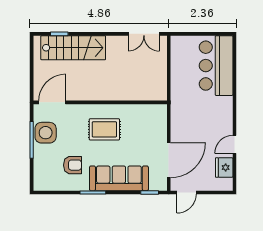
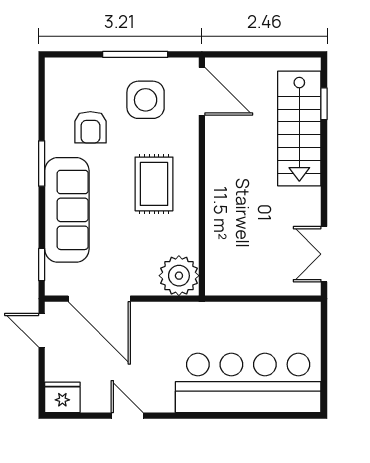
bar counter: (216, 66) -> (248, 383), width x1.36
plant: (156, 115) -> (179, 276), added
side table: (46, 133) -> (146, 100), moved
fridge: (224, 168) -> (62, 397), moved

